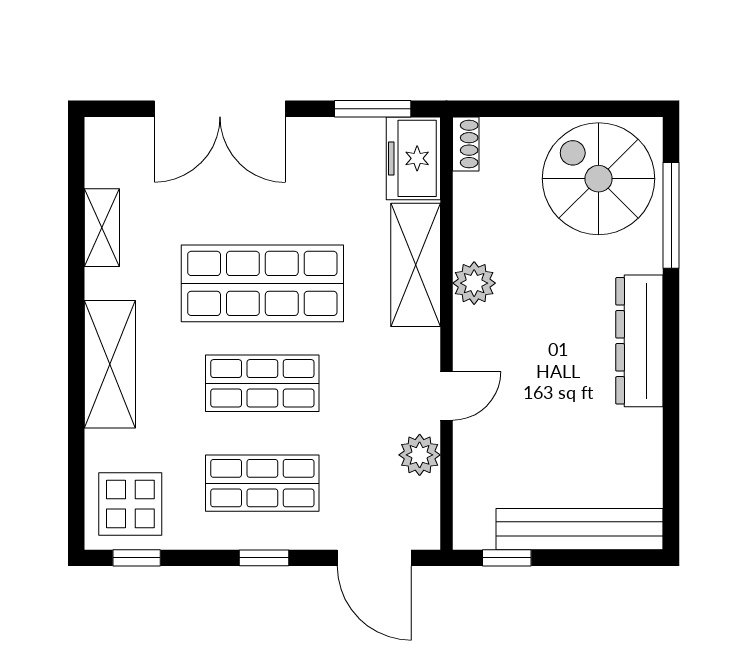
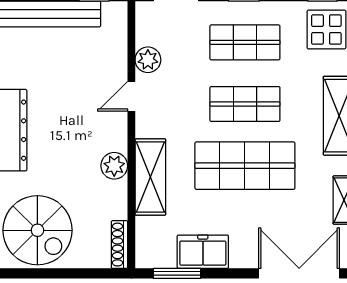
double door: (220, 109) -> (299, 273), moved
shoe rack: (466, 144) -> (119, 245), width x1.43
freezer: (413, 158) -> (203, 252), moved, turned -90

